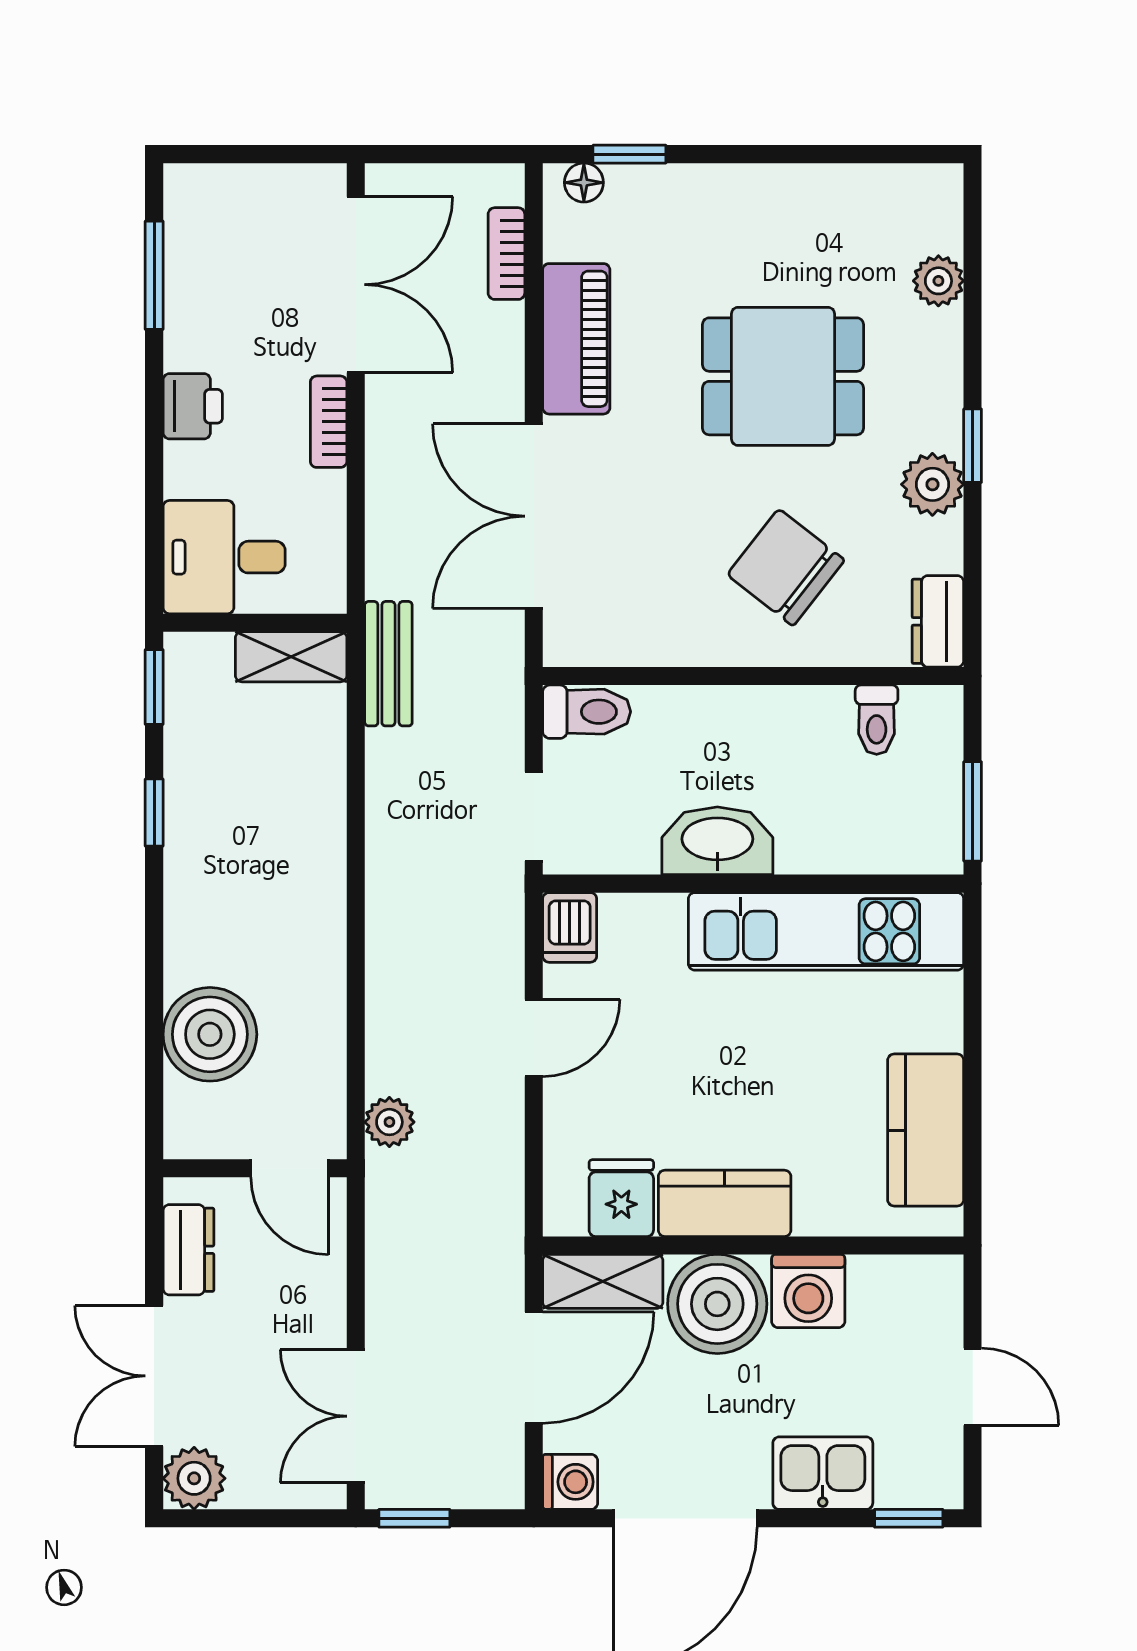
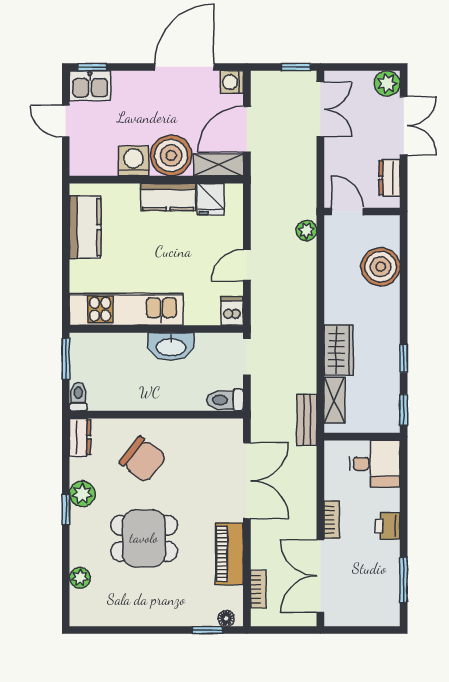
shelving: (291, 657) -> (334, 400), moved, turned 90
toilet: (877, 720) -> (78, 397), moved
wardrobe: (312, 832) -> (339, 350), added
kitchen sink: (823, 1473) -> (90, 86), moved

